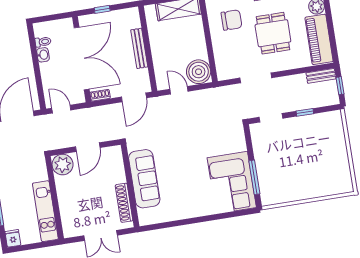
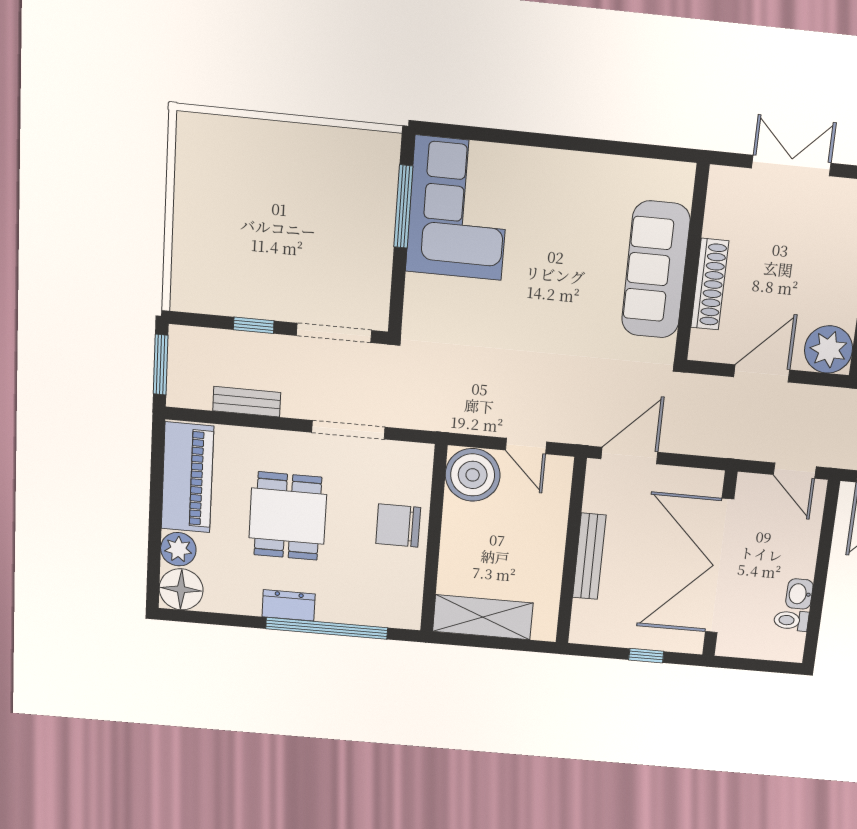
chair: (231, 20) -> (398, 525), moved
bench: (321, 76) -> (247, 402), moved
window: (340, 86) -> (161, 365), width x1.50
shoe rack: (100, 95) -> (702, 479), removed
doorway: (271, 118) -> (334, 333), width x1.38
shoe rack: (124, 203) -> (710, 284), moved

